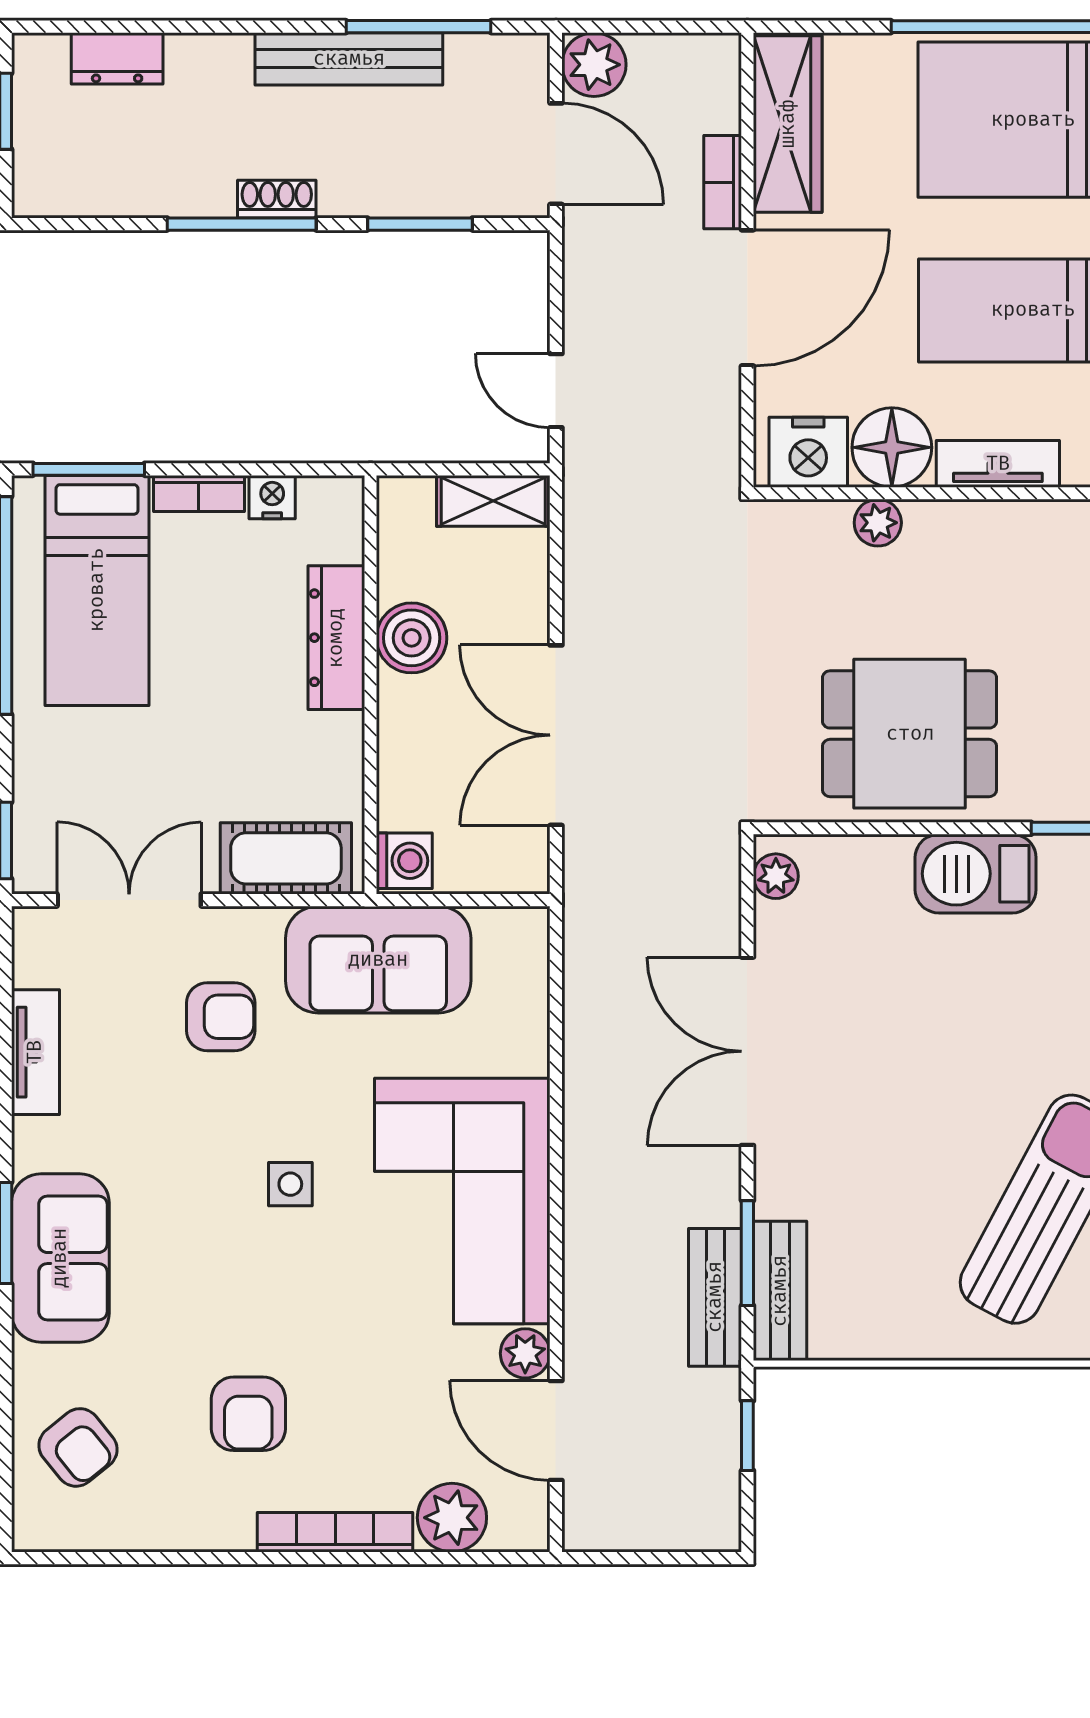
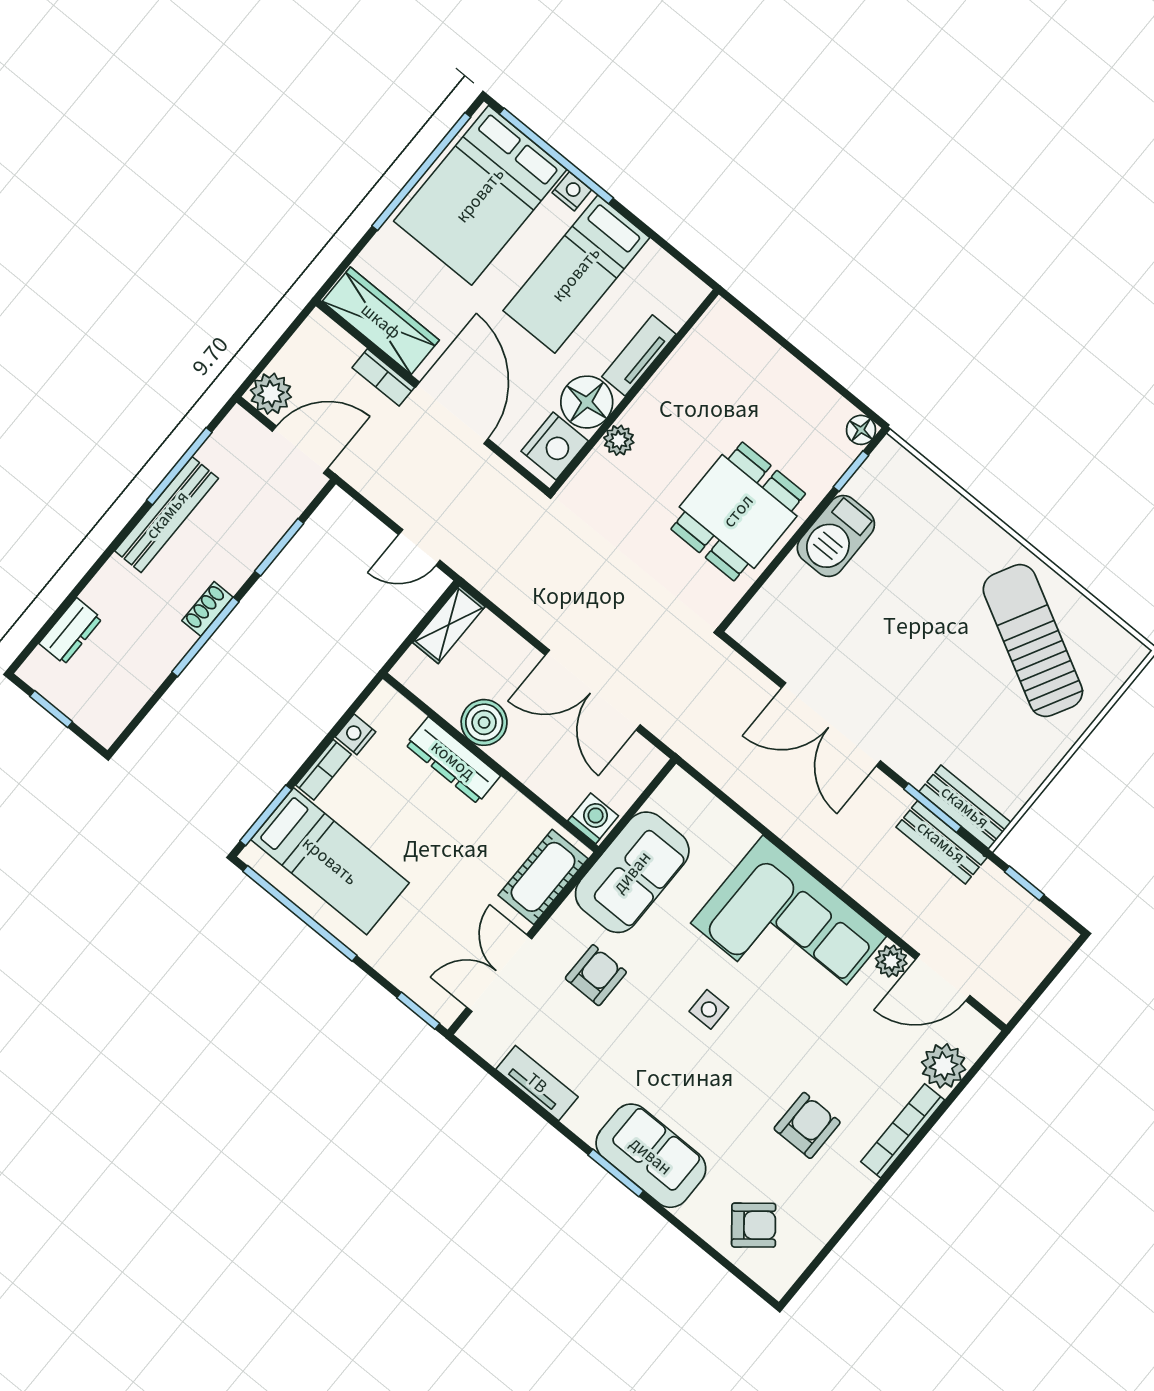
plant: (776, 876) -> (755, 638), removed
armchair: (248, 1414) -> (807, 1125), turned -90

